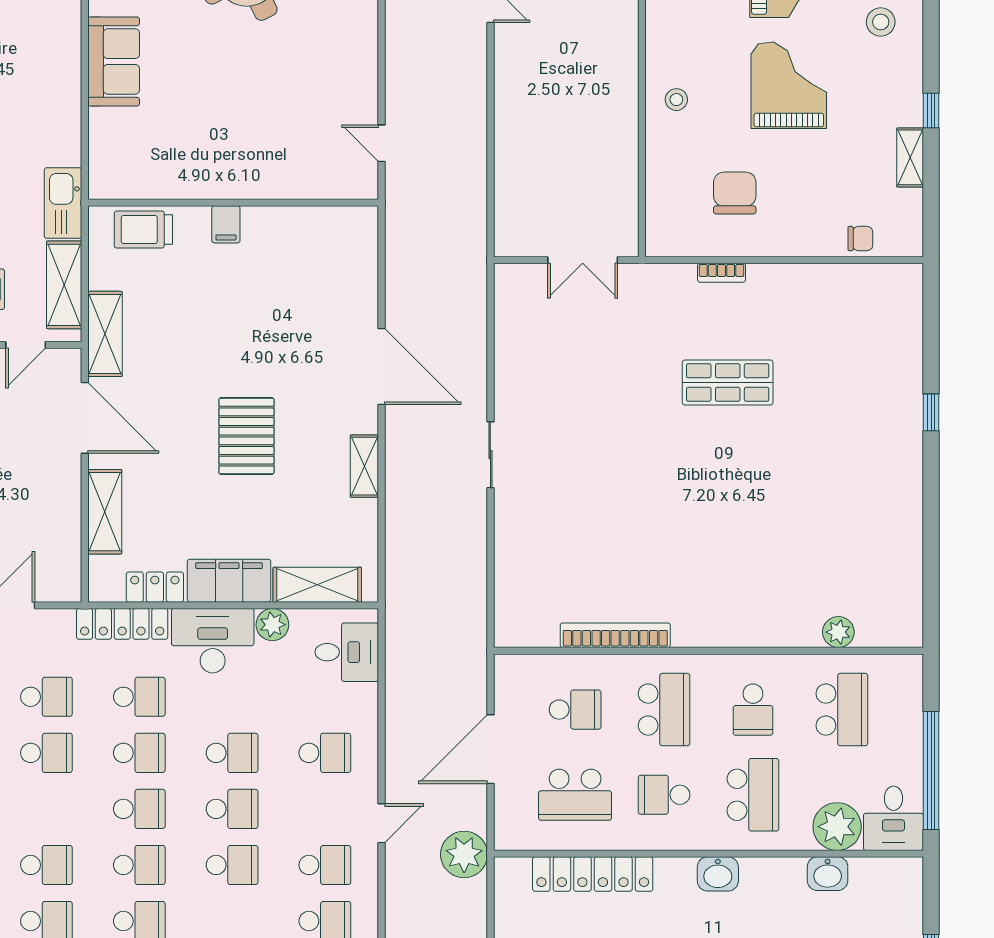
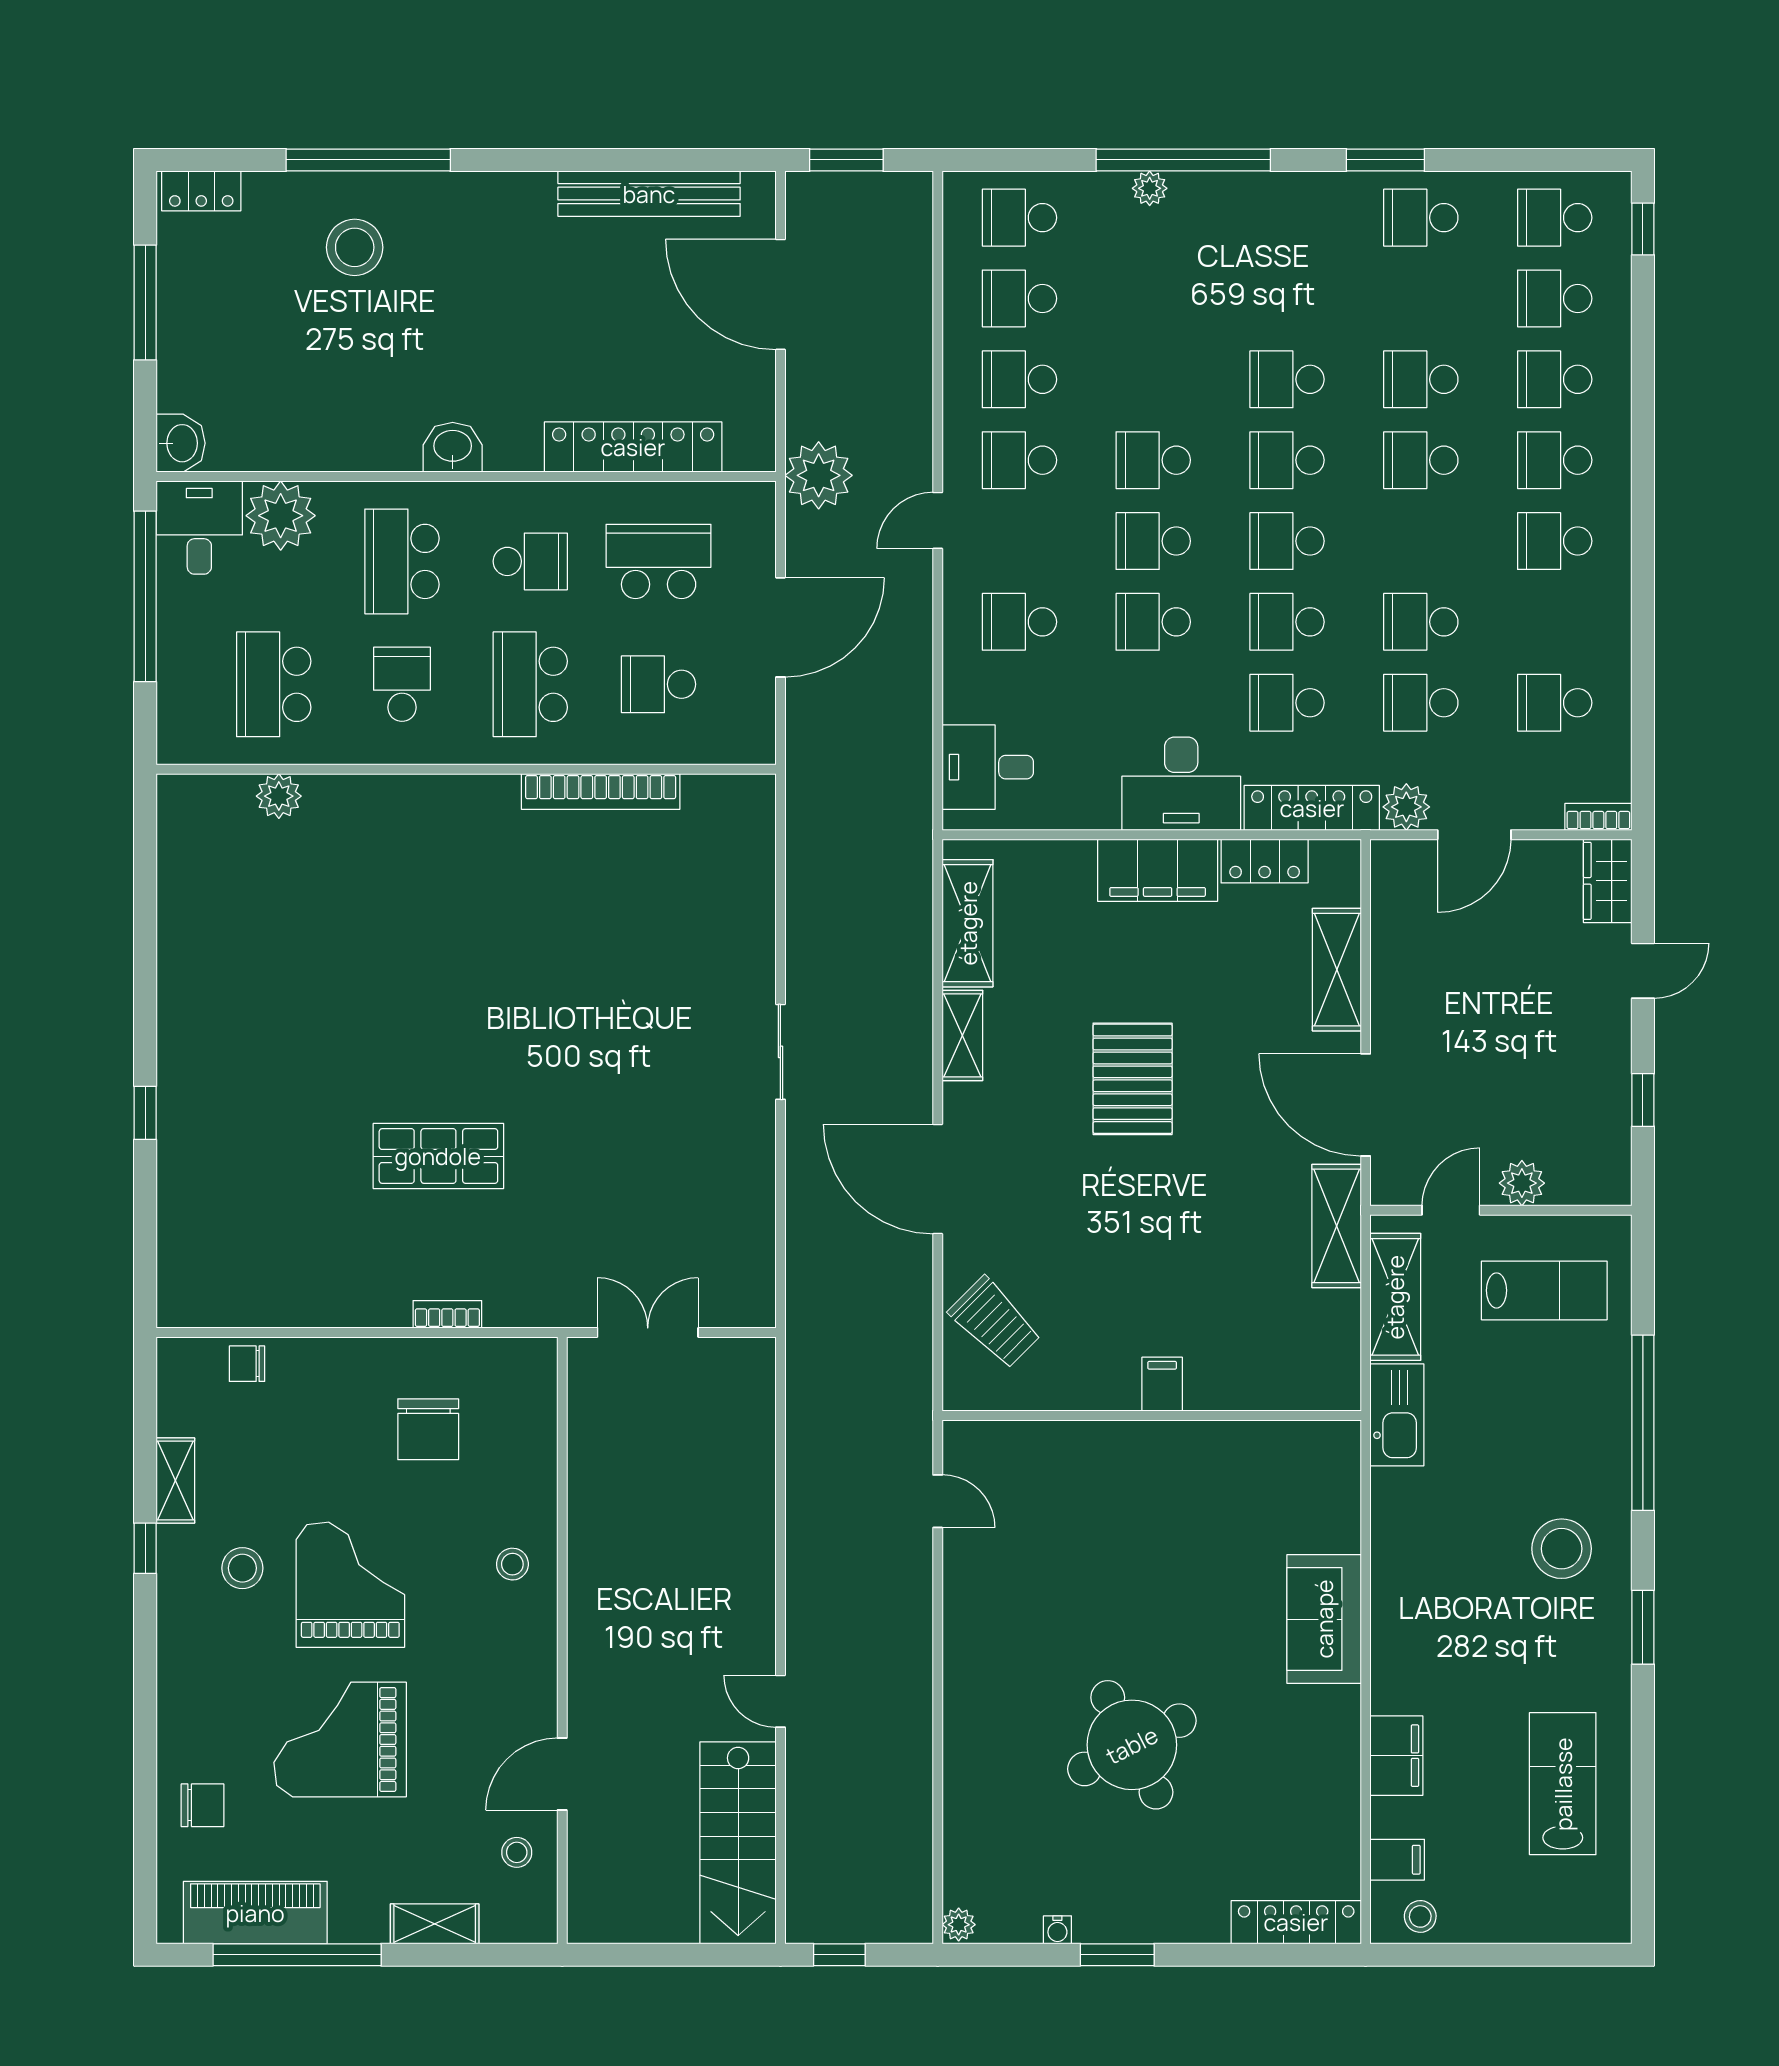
stool: (881, 22) -> (242, 1568), moved
grand piano: (789, 85) -> (350, 1585), turned 180
trolley: (143, 229) -> (995, 1323), moved, turned 45
shelving: (317, 585) -> (968, 923), moved, turned 90
plant: (272, 625) -> (1406, 807), moved
washbasin: (828, 874) -> (181, 443), moved, turned 90

